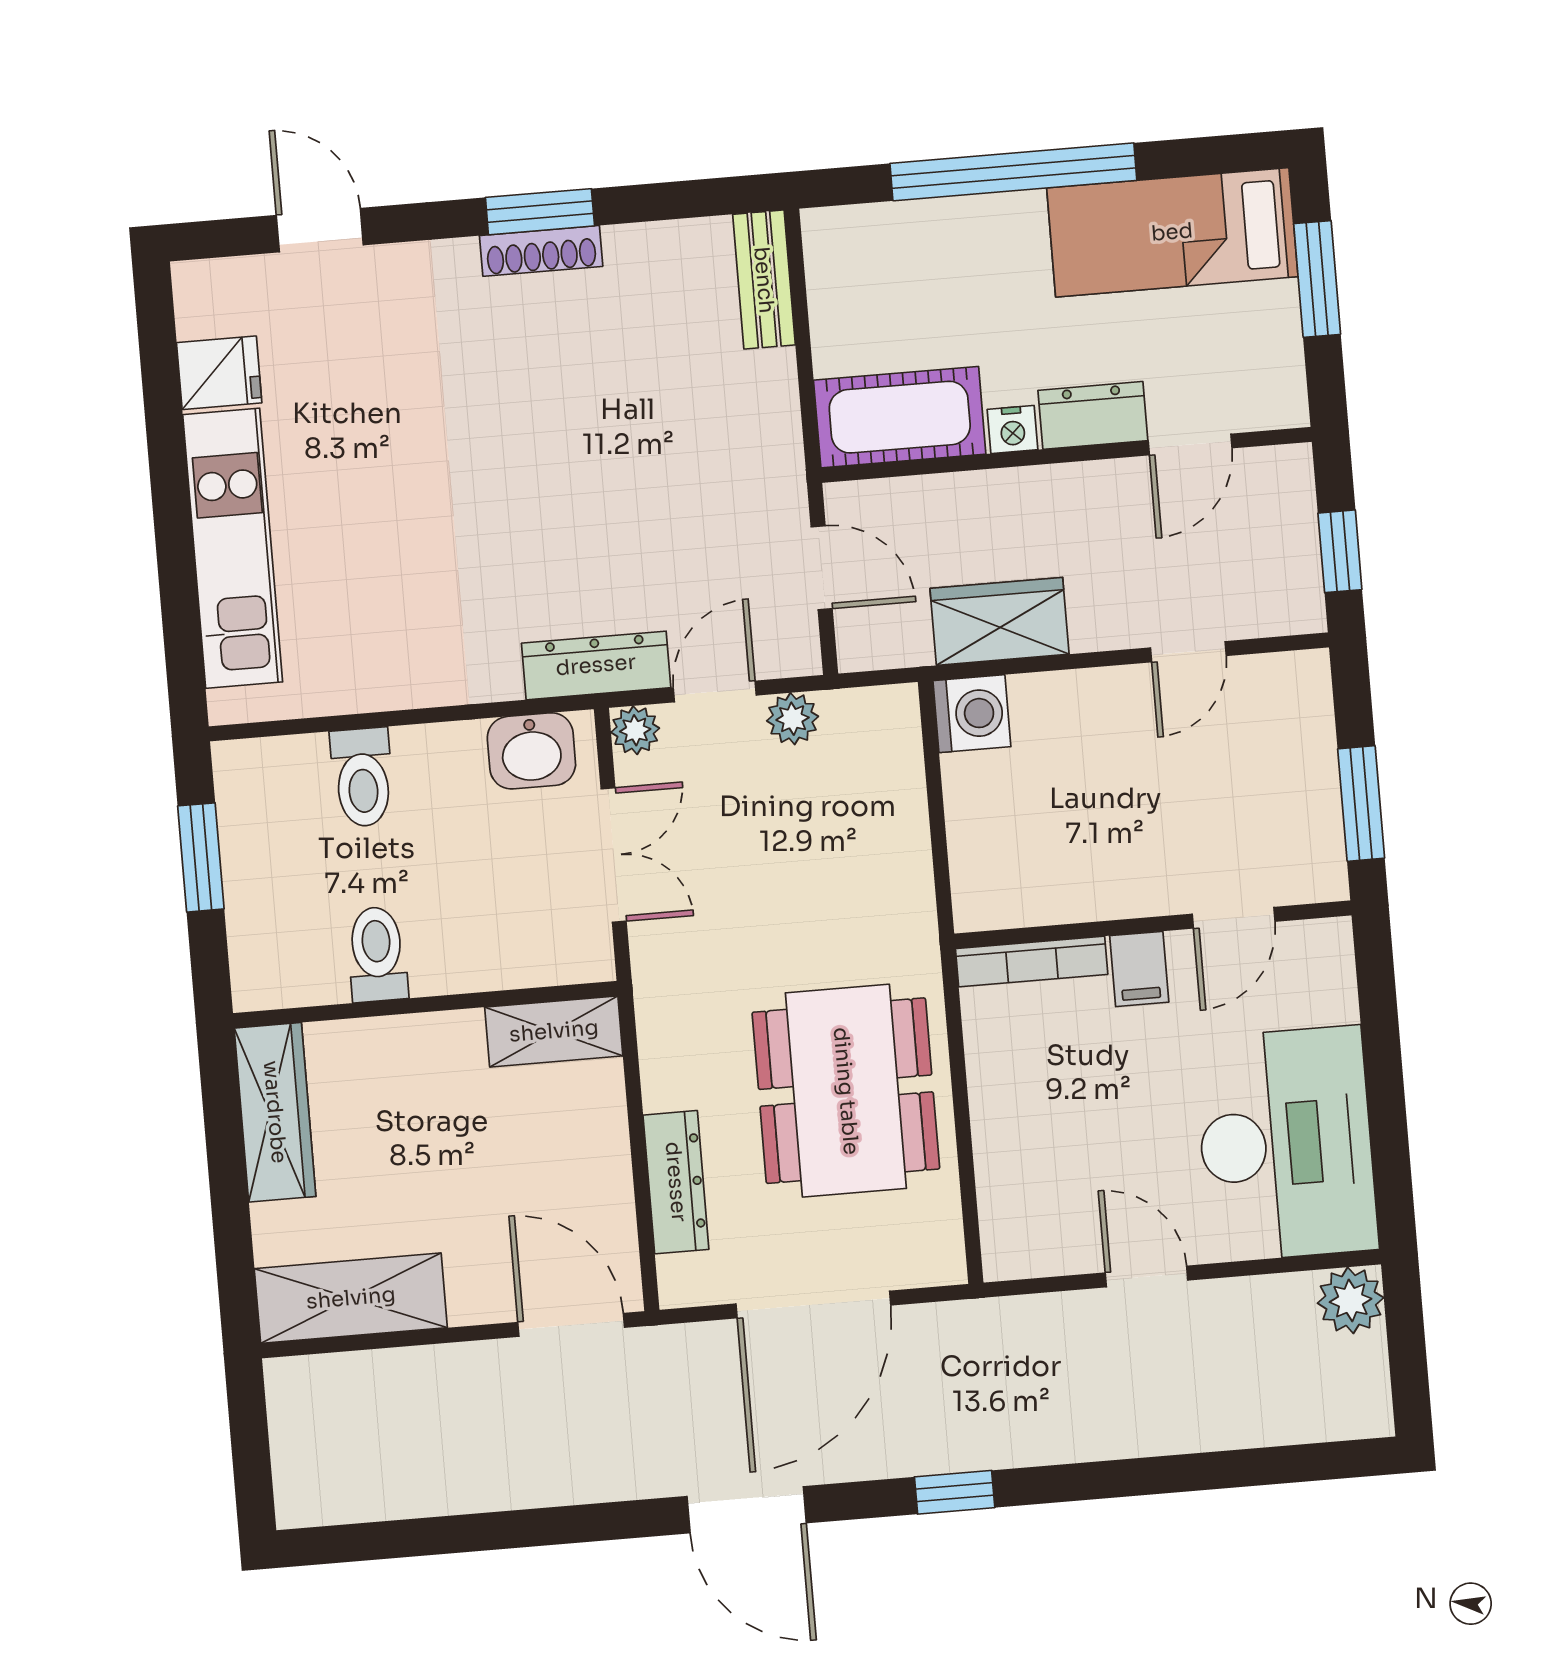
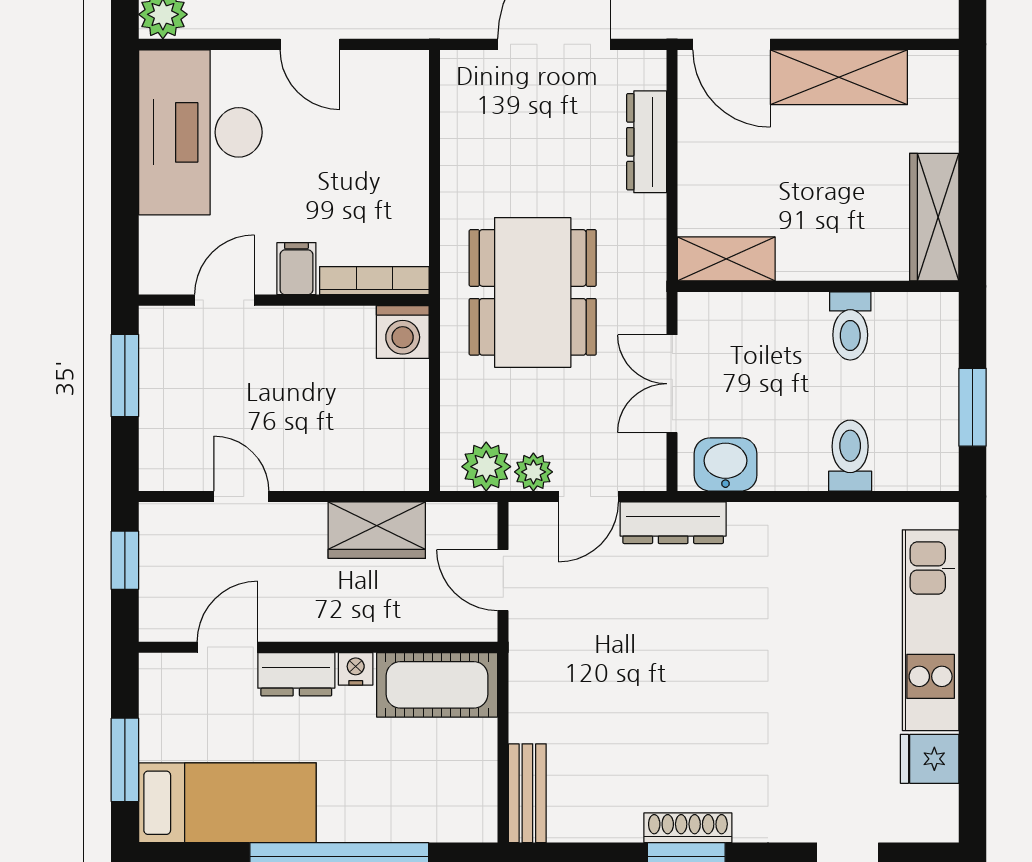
door: (1188, 652) -> (241, 497), hinge flipped
washing machine: (972, 714) -> (403, 332), moved, turned -90
plant: (635, 730) -> (486, 467), moved, width x1.38, depth x1.38
dining table: (846, 1091) -> (533, 292), moved
shelving: (351, 1298) -> (839, 77), moved

